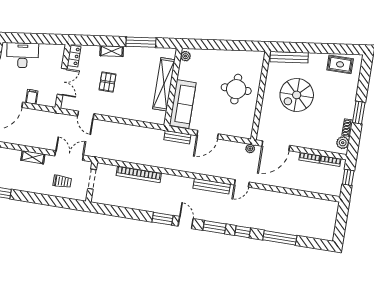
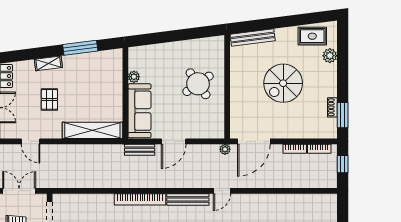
plant: (186, 56) -> (134, 77), moved
shelving: (164, 84) -> (92, 130), moved, turned 90
round table: (236, 89) -> (198, 84), turned -35
spiral stairs: (297, 95) -> (283, 83), moved
window: (359, 113) -> (343, 115), moved
plant: (343, 143) -> (330, 56), moved
bookcase: (139, 174) -> (140, 199), moved

